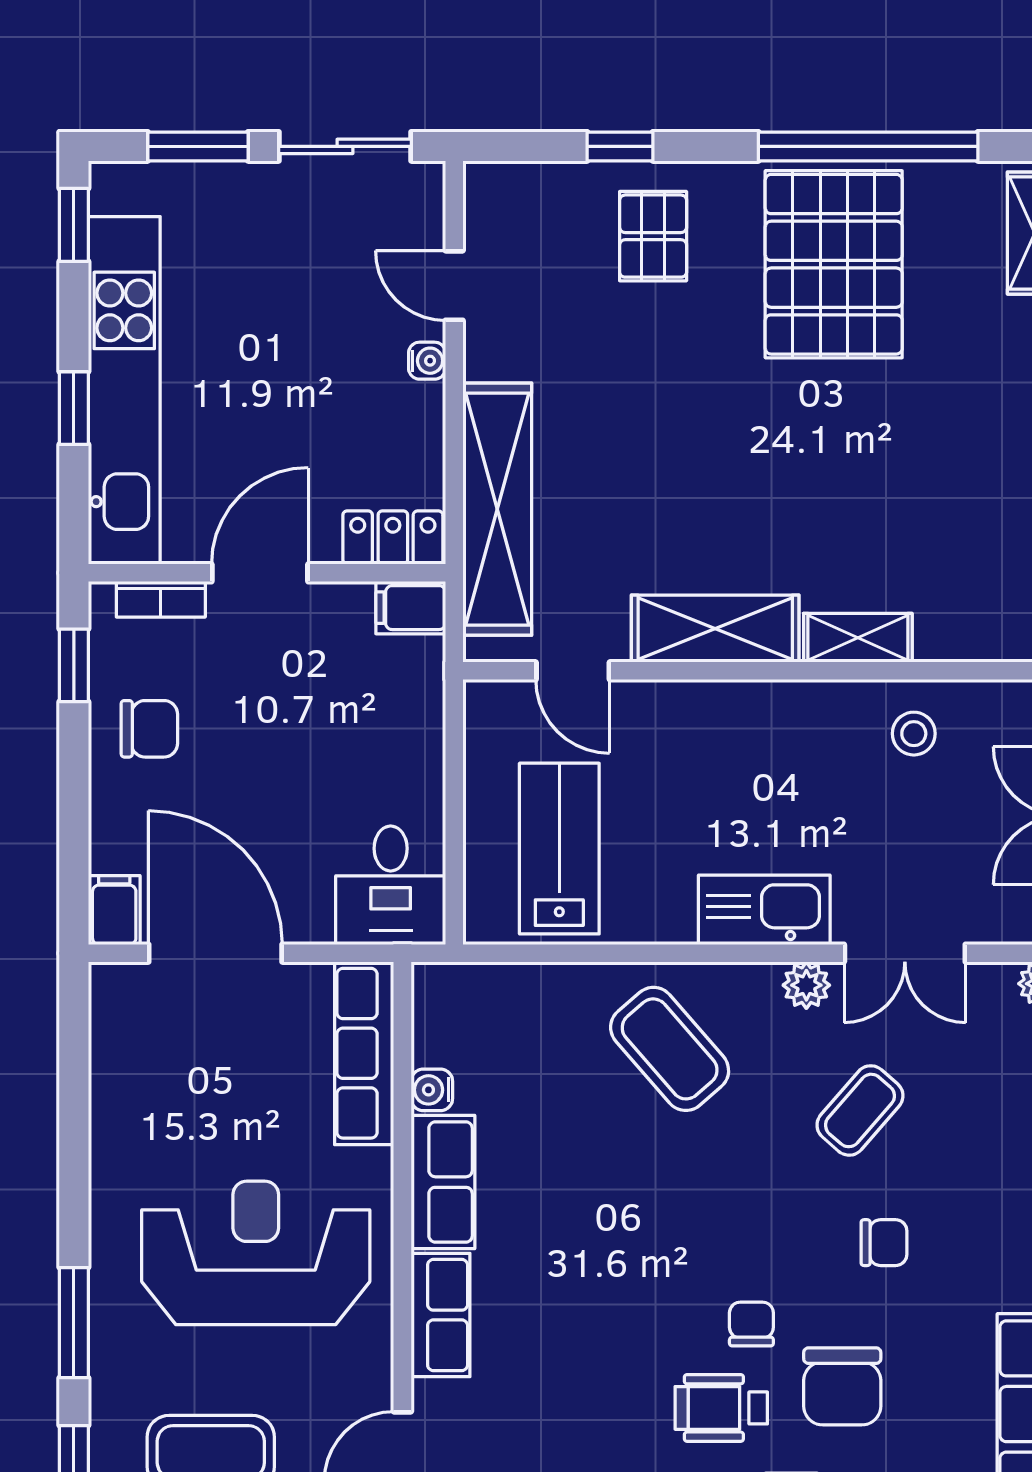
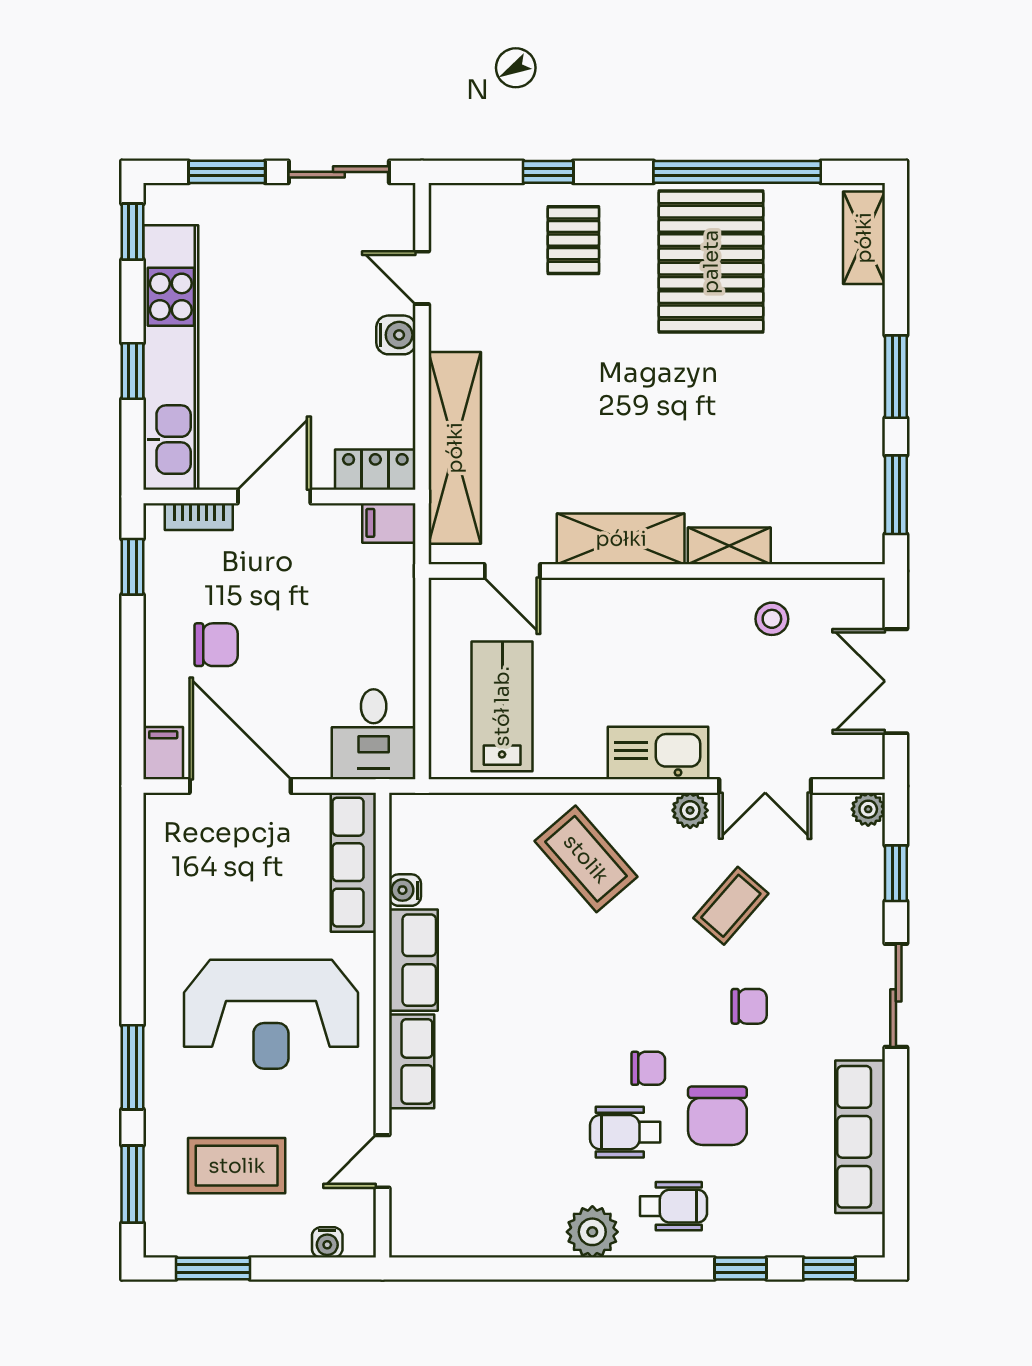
water cooler: (427, 361) -> (396, 335), width x1.38, depth x1.38
chair: (149, 729) -> (216, 645), moved
reception desk: (256, 1253) -> (271, 1014), turned 180
chair: (751, 1324) -> (648, 1068), turned 90

